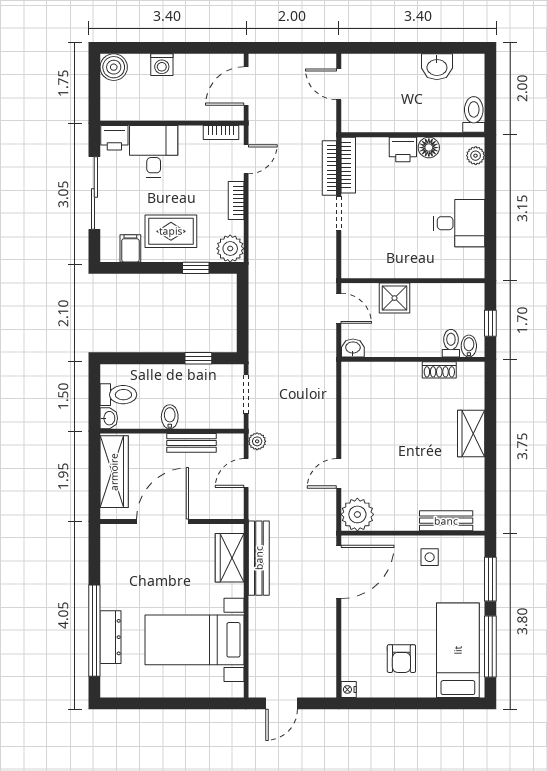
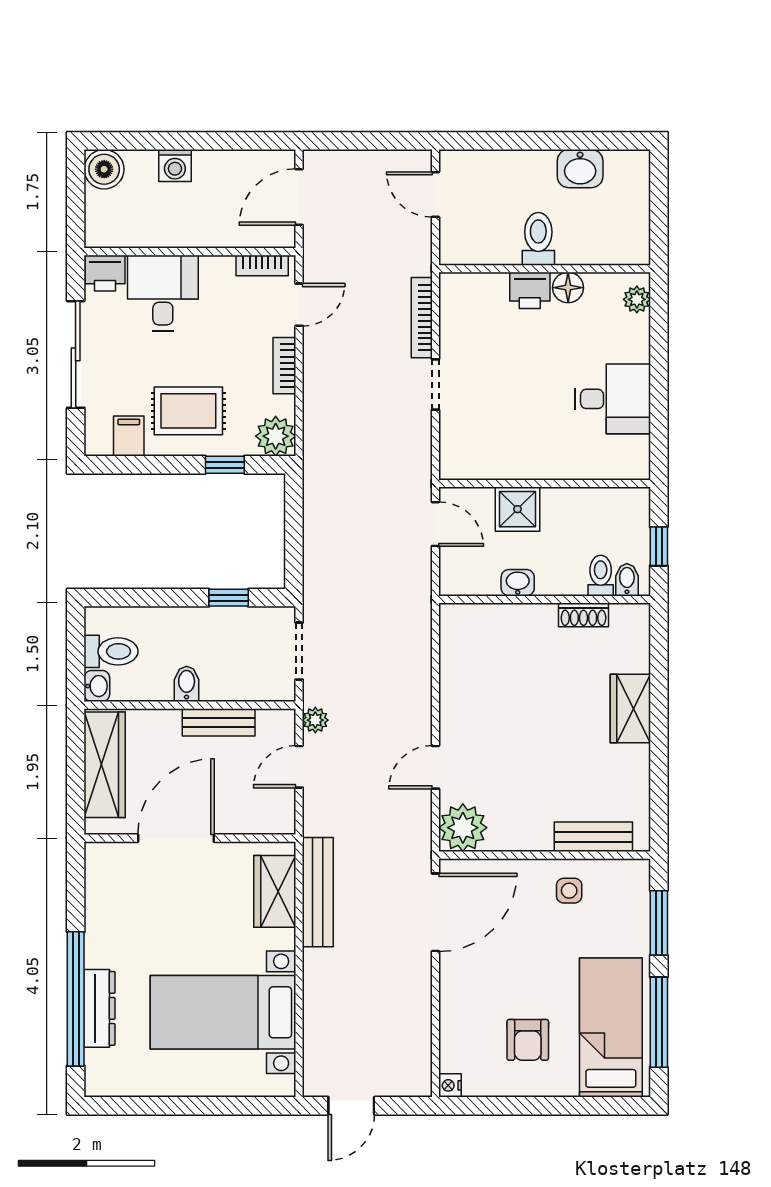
toilet: (474, 114) -> (538, 239), moved
bookcase: (348, 165) -> (449, 313), removed
washbasin: (353, 348) -> (518, 583), moved

